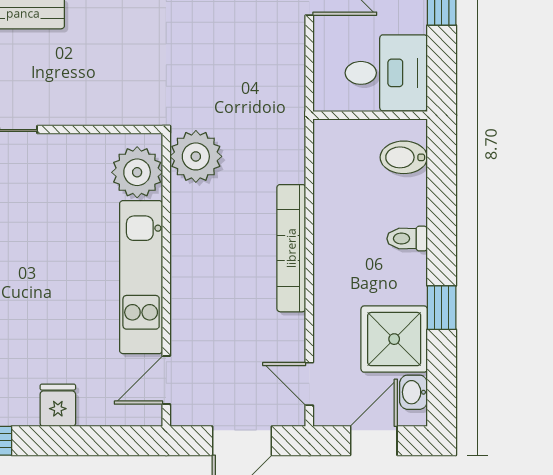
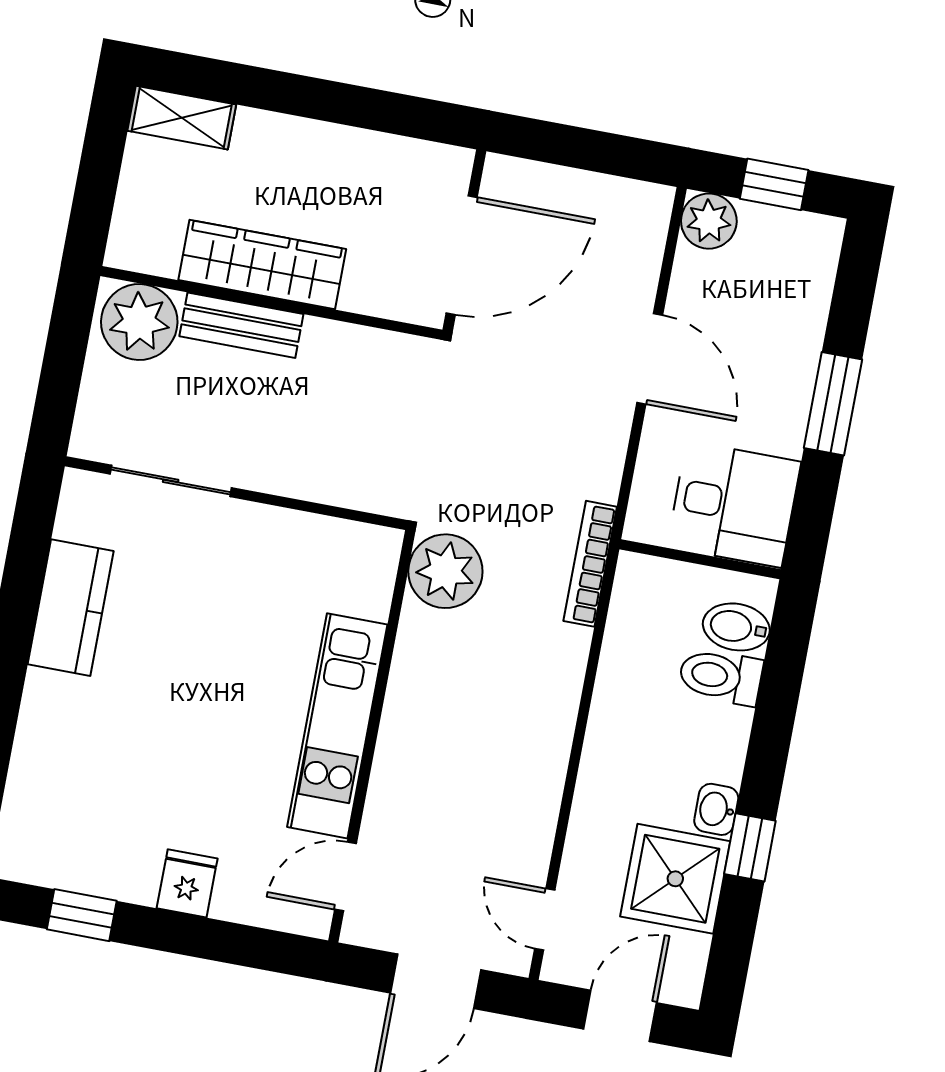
plant: (137, 172) -> (359, 578), removed
toilet: (407, 239) -> (721, 676), moved, width x1.37, depth x1.39
bookcase: (291, 248) -> (590, 564), moved, width x0.68, depth x0.76
washbasin: (413, 392) -> (716, 809), moved

